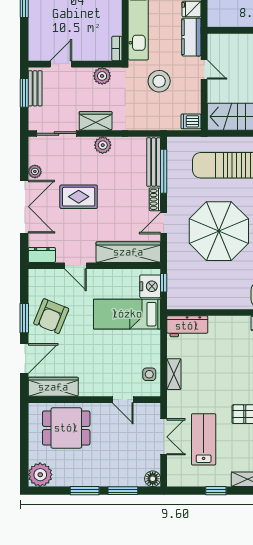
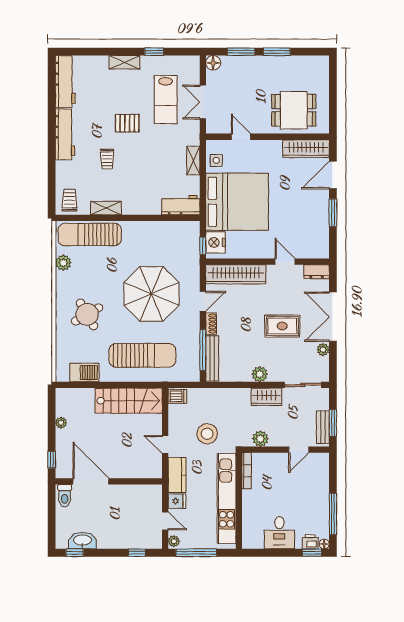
bookcase: (117, 49) -> (247, 471), width x1.56
bed: (127, 314) -> (237, 202), width x2.04
armchair: (51, 316) -> (308, 215), removed
plant: (40, 475) -> (318, 67), removed

